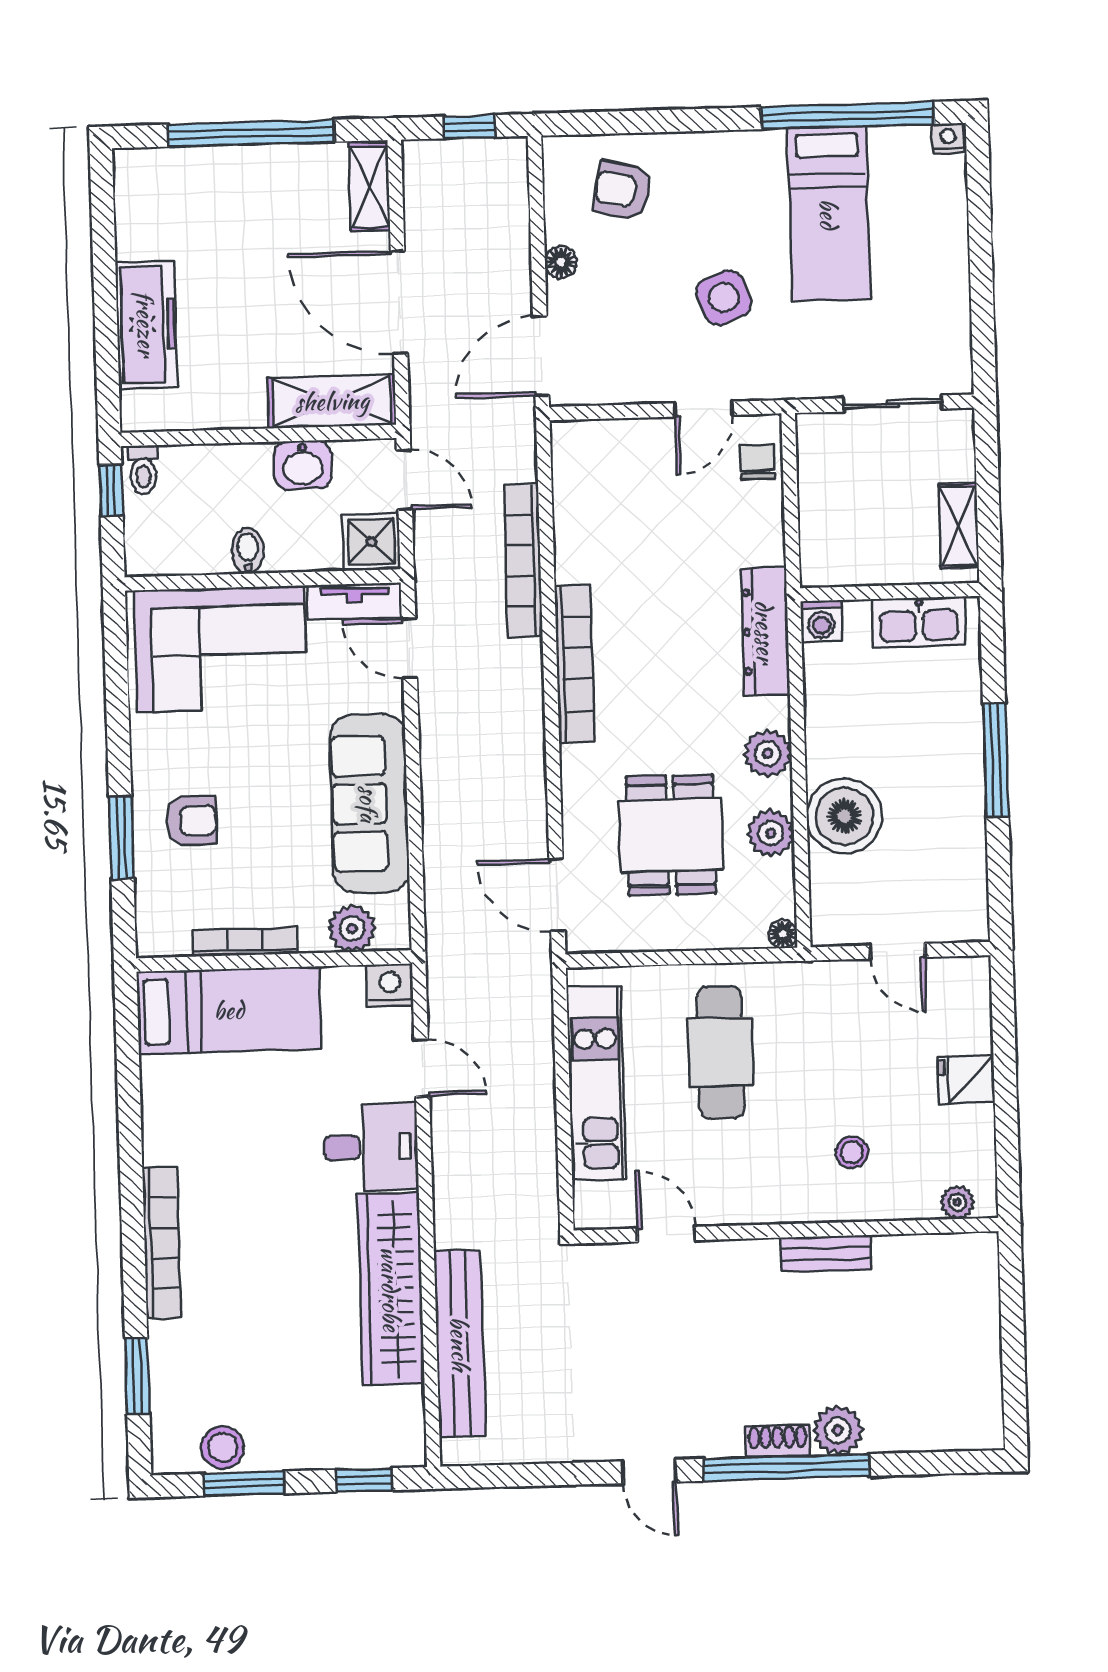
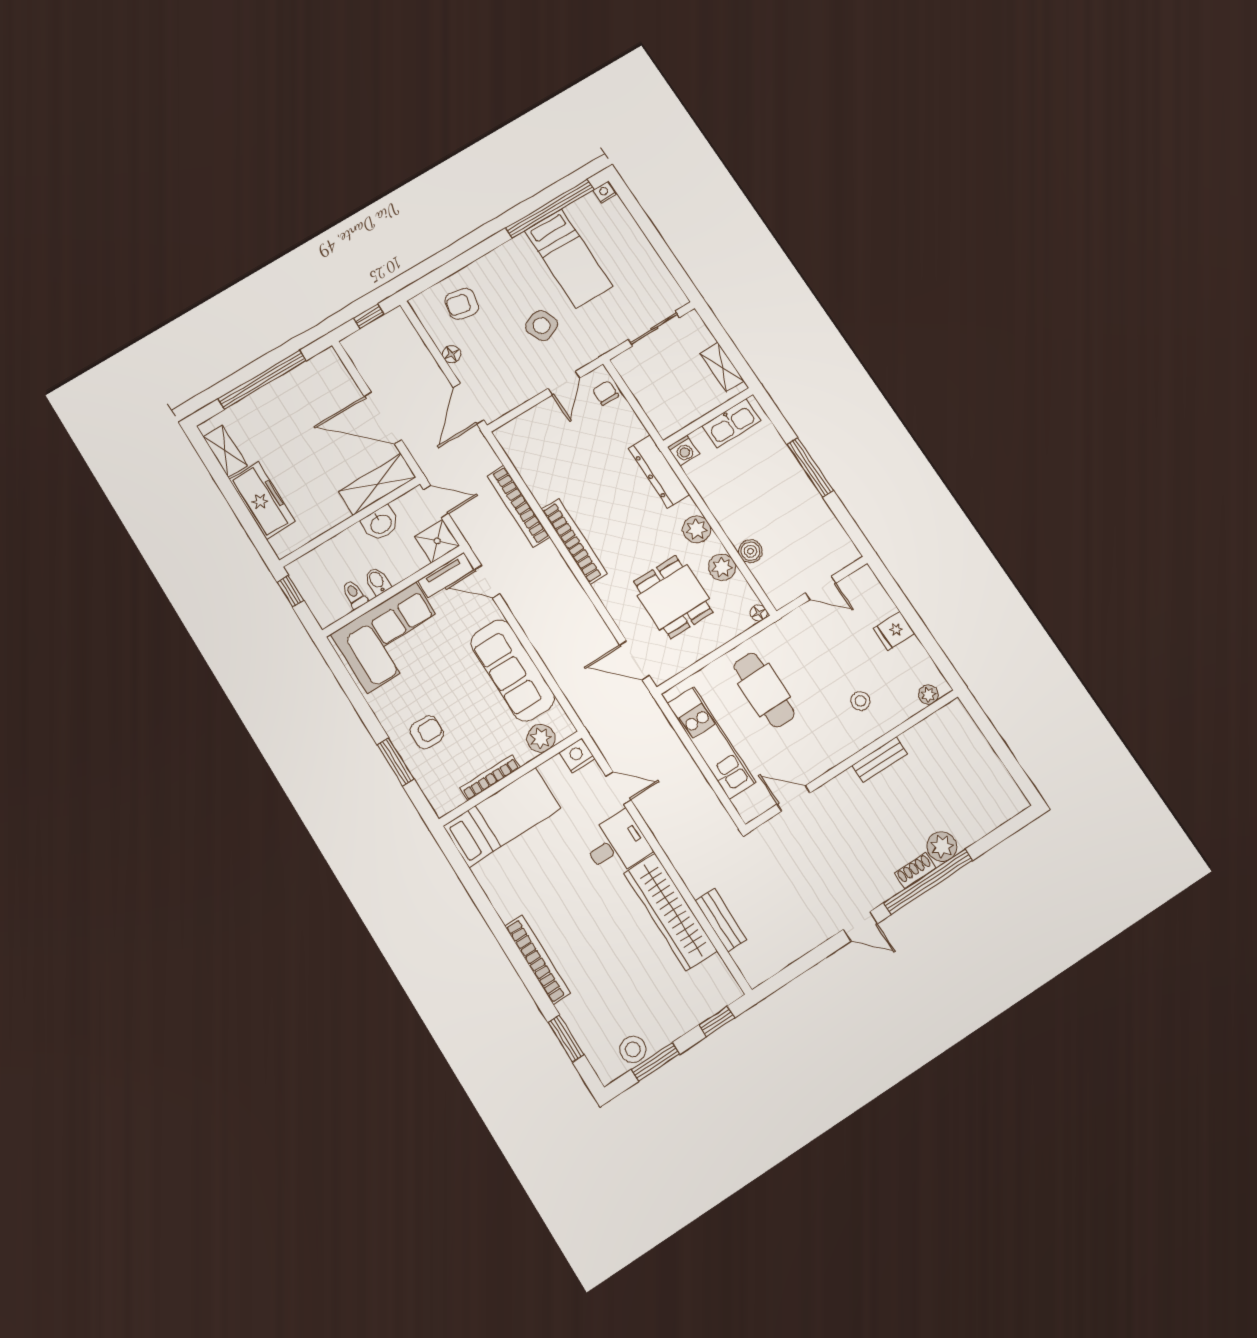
shelving: (369, 187) -> (225, 451), moved
toilet: (143, 470) -> (354, 594), moved, turned 180
boiler: (844, 816) -> (750, 551), width x0.54, depth x0.54
bench: (460, 1344) -> (721, 920), width x0.54, depth x0.82

